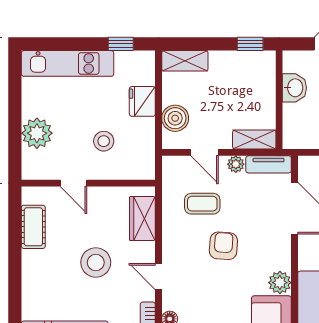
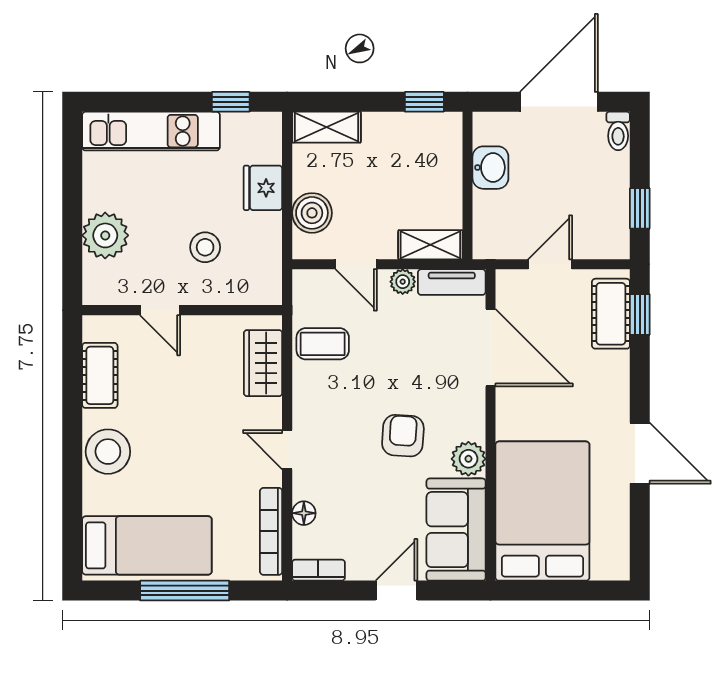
coffee table: (202, 204) -> (323, 344), moved
armchair: (223, 246) -> (403, 436), moved
stool: (96, 262) -> (108, 452), moved

